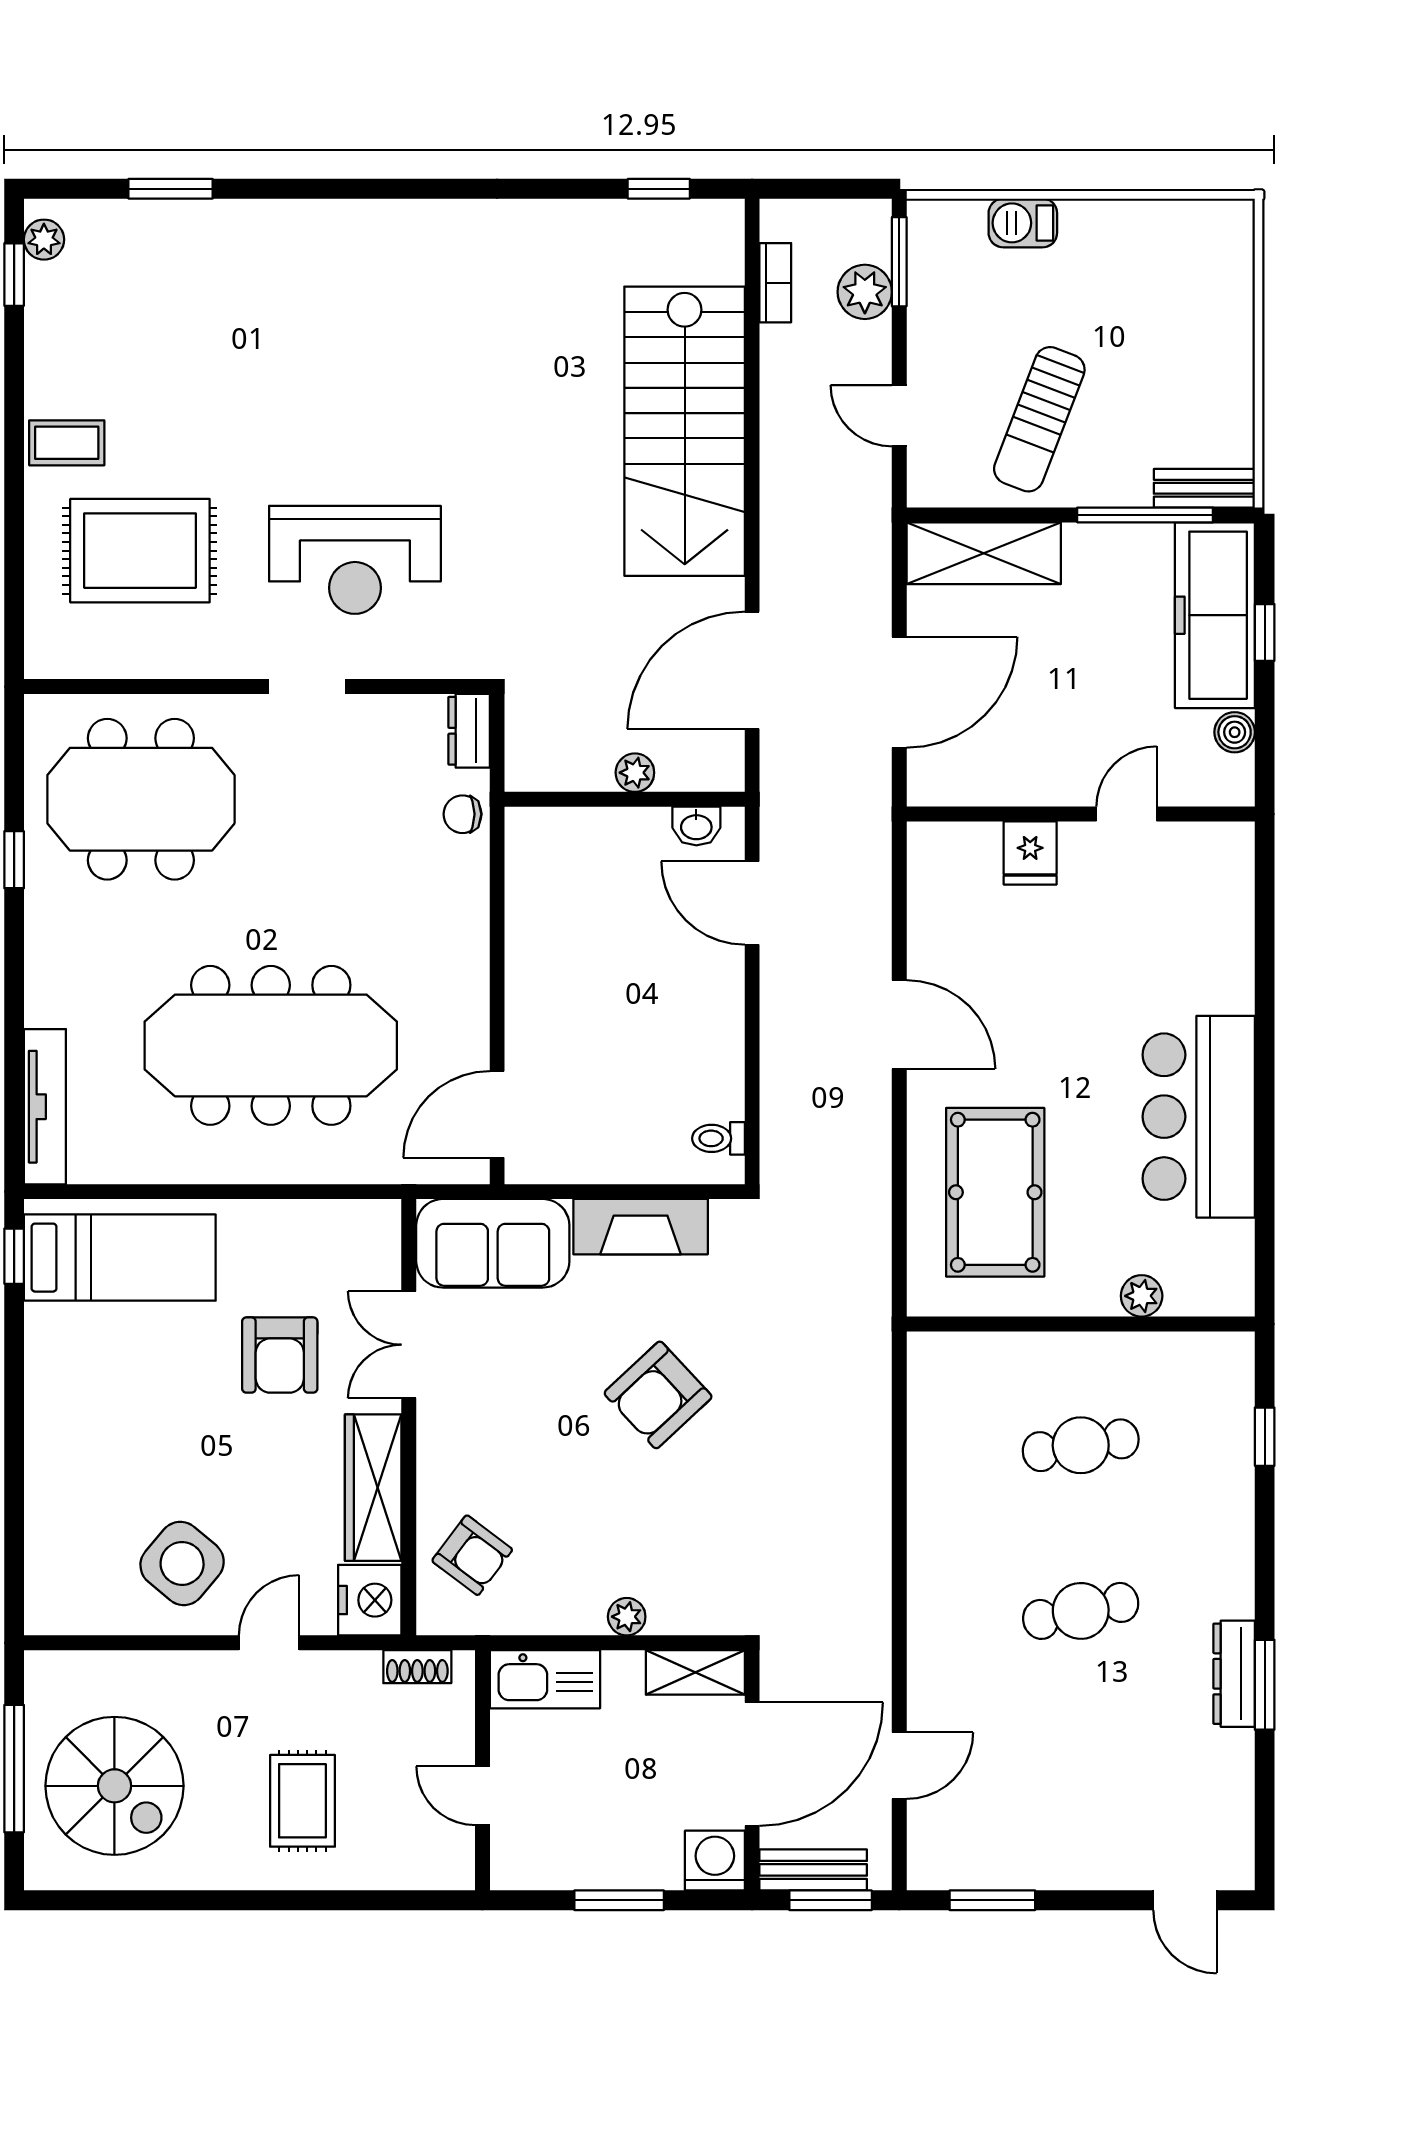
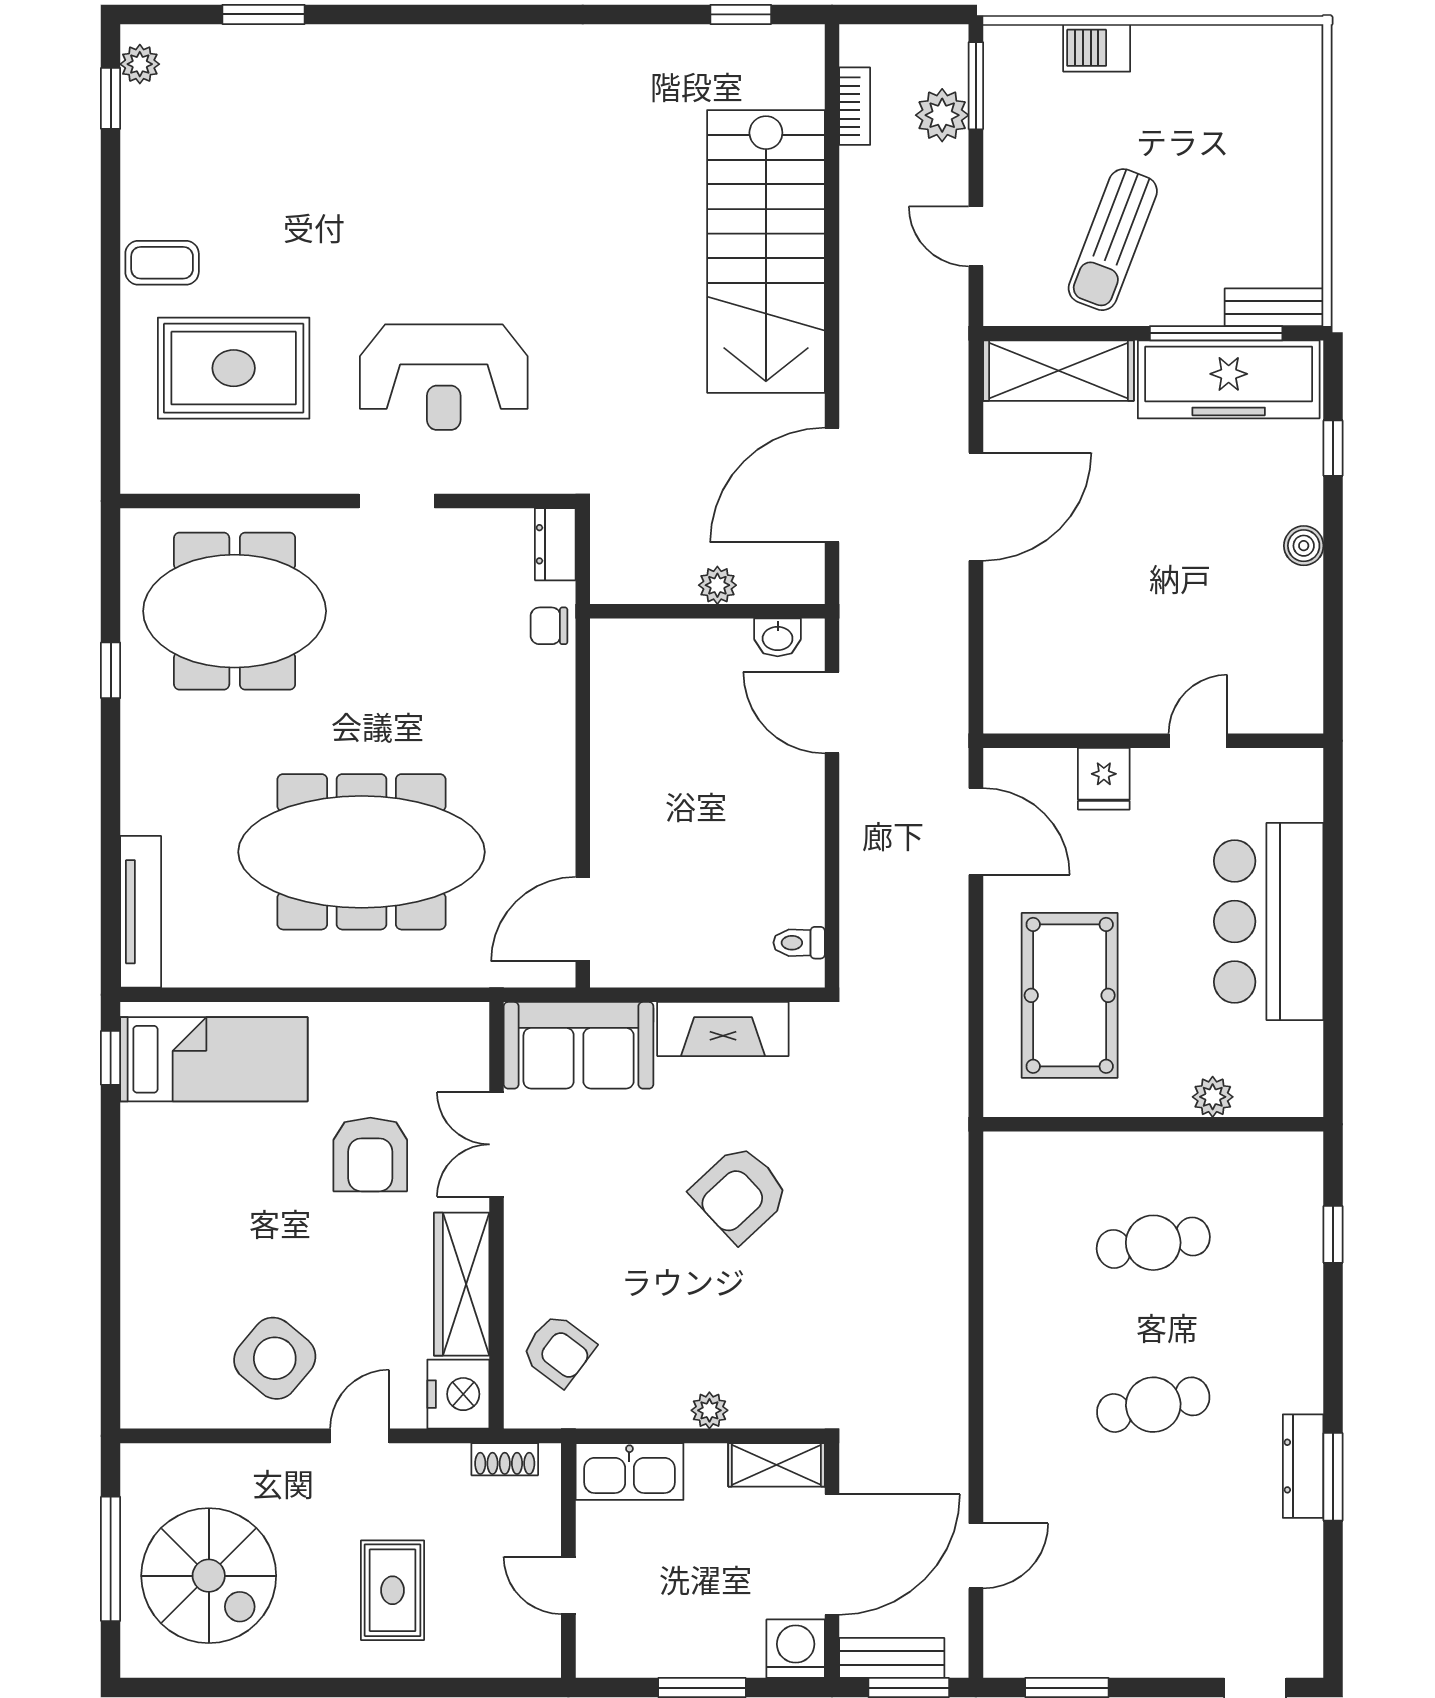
freezer: (1215, 615) -> (1229, 379), moved, turned -90
wall: (1081, 814) -> (1153, 741), moved
door: (1127, 814) -> (1198, 741), moved
fridge: (1030, 853) -> (1104, 779), moved

